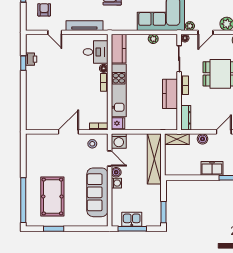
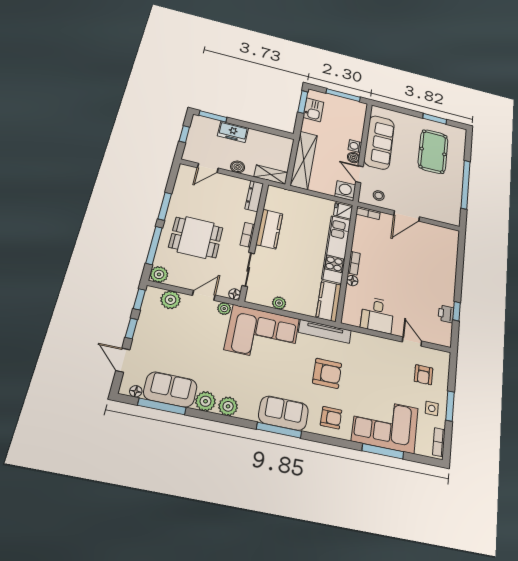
tv unit: (84, 26) -> (325, 331), moved
desk: (96, 52) -> (377, 315), moved, turned -90
window: (23, 200) -> (465, 185), moved
kitchen sink: (132, 219) -> (313, 110), moved, turned -90

